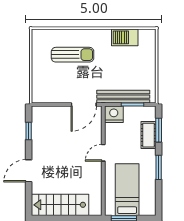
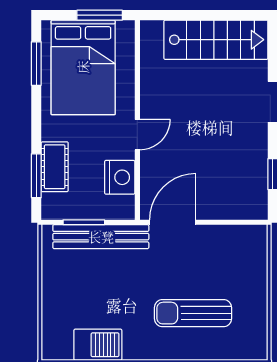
nightstand: (114, 114) -> (120, 177), moved, turned -90
window: (159, 167) -> (36, 64), moved
bed: (127, 190) -> (83, 67), width x1.50

